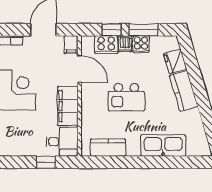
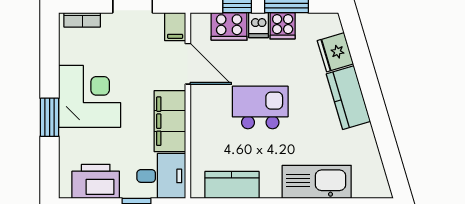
kitchen island: (126, 97) -> (260, 107), turned 180
printer: (20, 145) -> (96, 181), added

